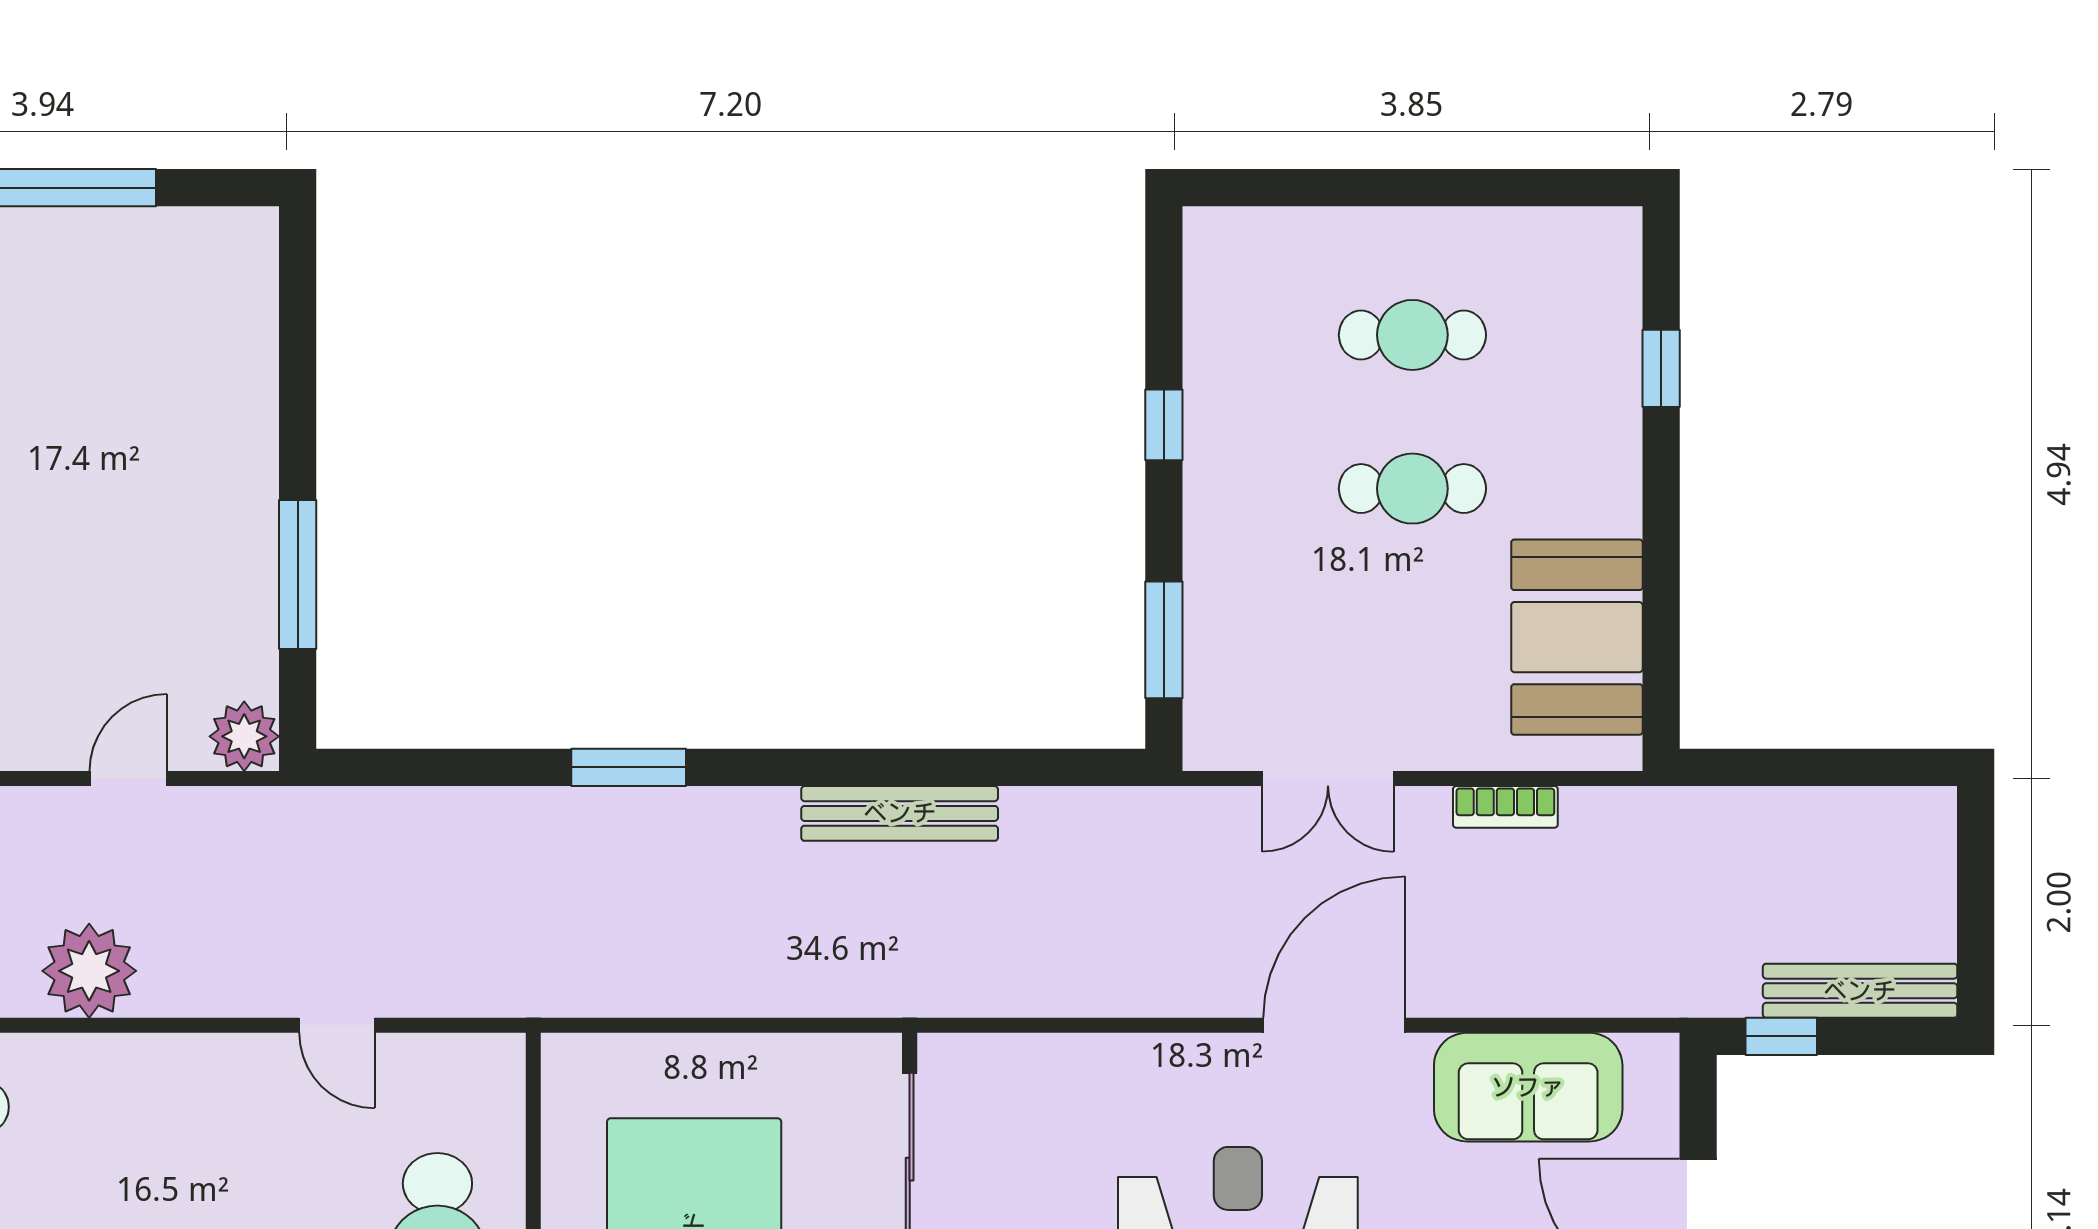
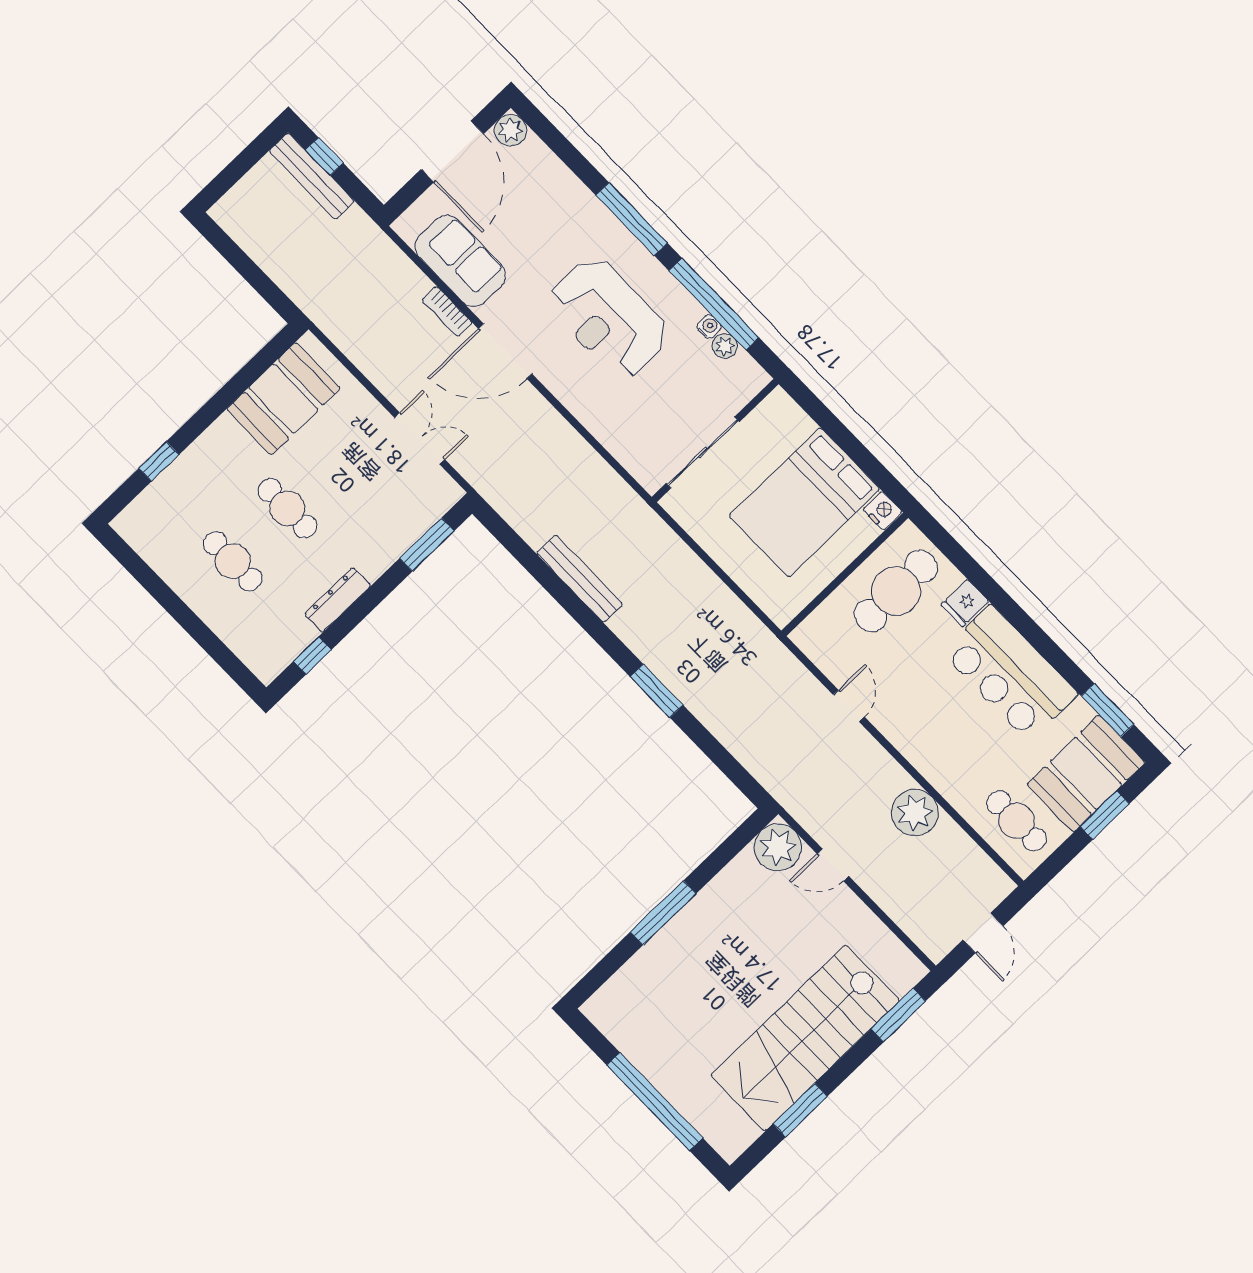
window: (1164, 425) -> (312, 655), moved
dresser: (1209, 433) -> (338, 600), added
window: (298, 574) -> (663, 913), moved
plant: (244, 736) -> (778, 847), width x1.36, depth x1.36
bookcase: (1505, 807) -> (447, 312), moved, turned 180
window: (1781, 1036) -> (324, 157), moved

